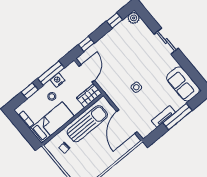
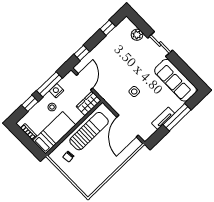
plant: (134, 18) -> (137, 35), moved
sofa: (183, 84) -> (176, 80), width x1.36

